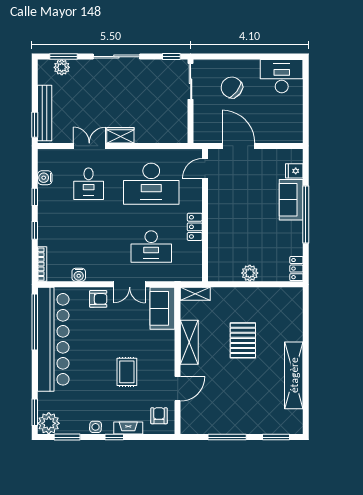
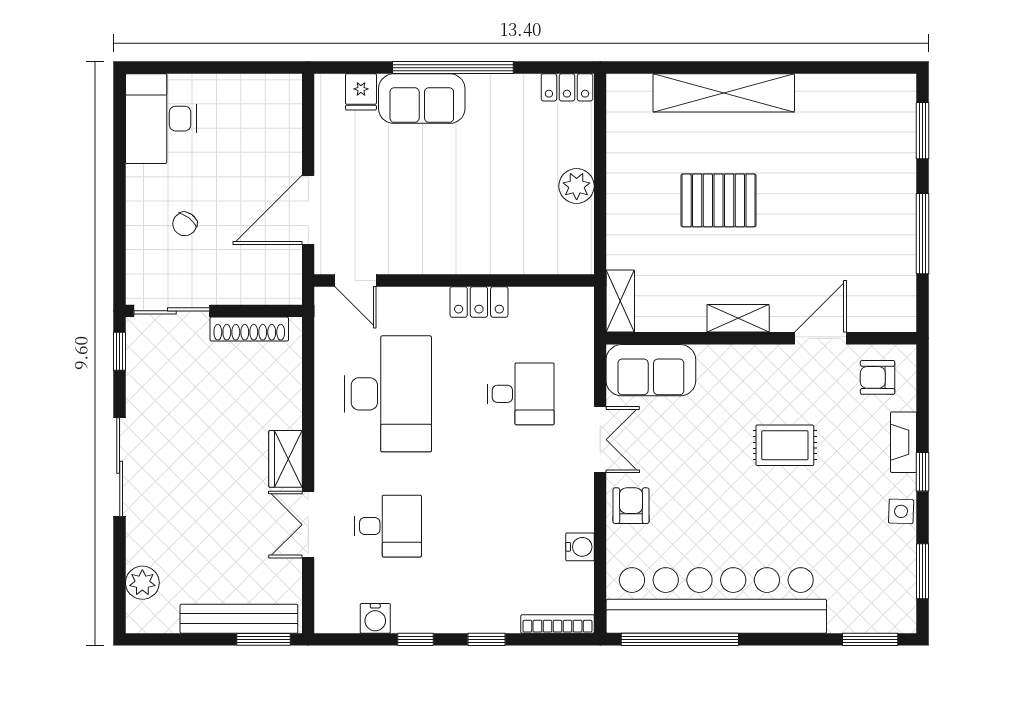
window: (64, 57) -> (120, 579), removed
chair: (232, 87) -> (185, 224), width x0.54, depth x0.54
shoe rack: (182, 118) -> (249, 329), added
desk: (151, 247) -> (520, 394), width x0.73
shelving: (189, 342) -> (738, 318), width x0.67, depth x0.75
shelving: (294, 375) -> (724, 93), moved
door: (178, 389) -> (820, 338), hinge flipped
plant: (49, 423) -> (893, 610), removed

